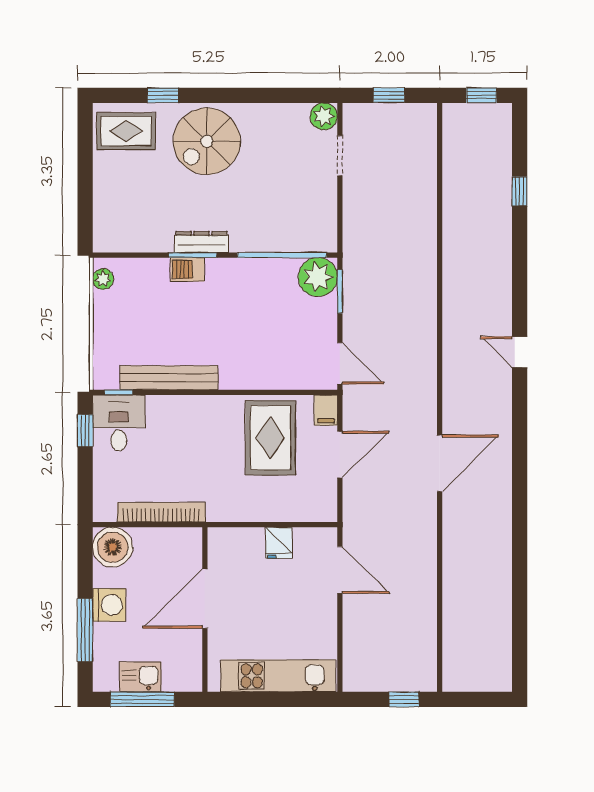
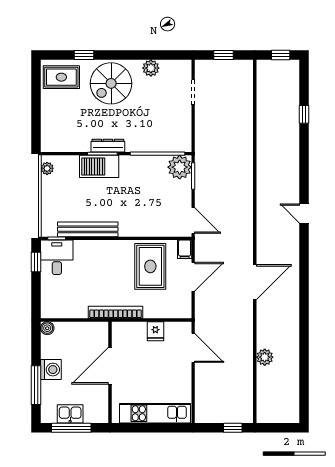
plant: (324, 116) -> (151, 68), moved
barbecue: (187, 269) -> (99, 166), width x1.88, depth x1.53
bookcase: (161, 512) -> (116, 312), moved
boiler: (113, 547) -> (47, 328), width x0.54, depth x0.54
plant: (456, 585) -> (265, 357), added

